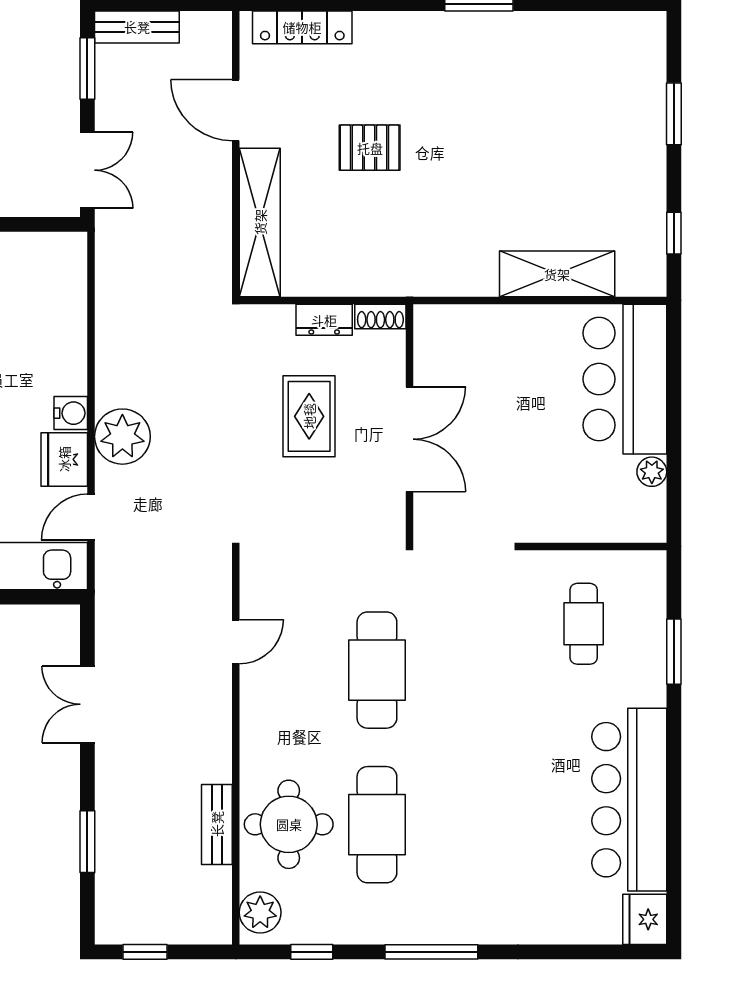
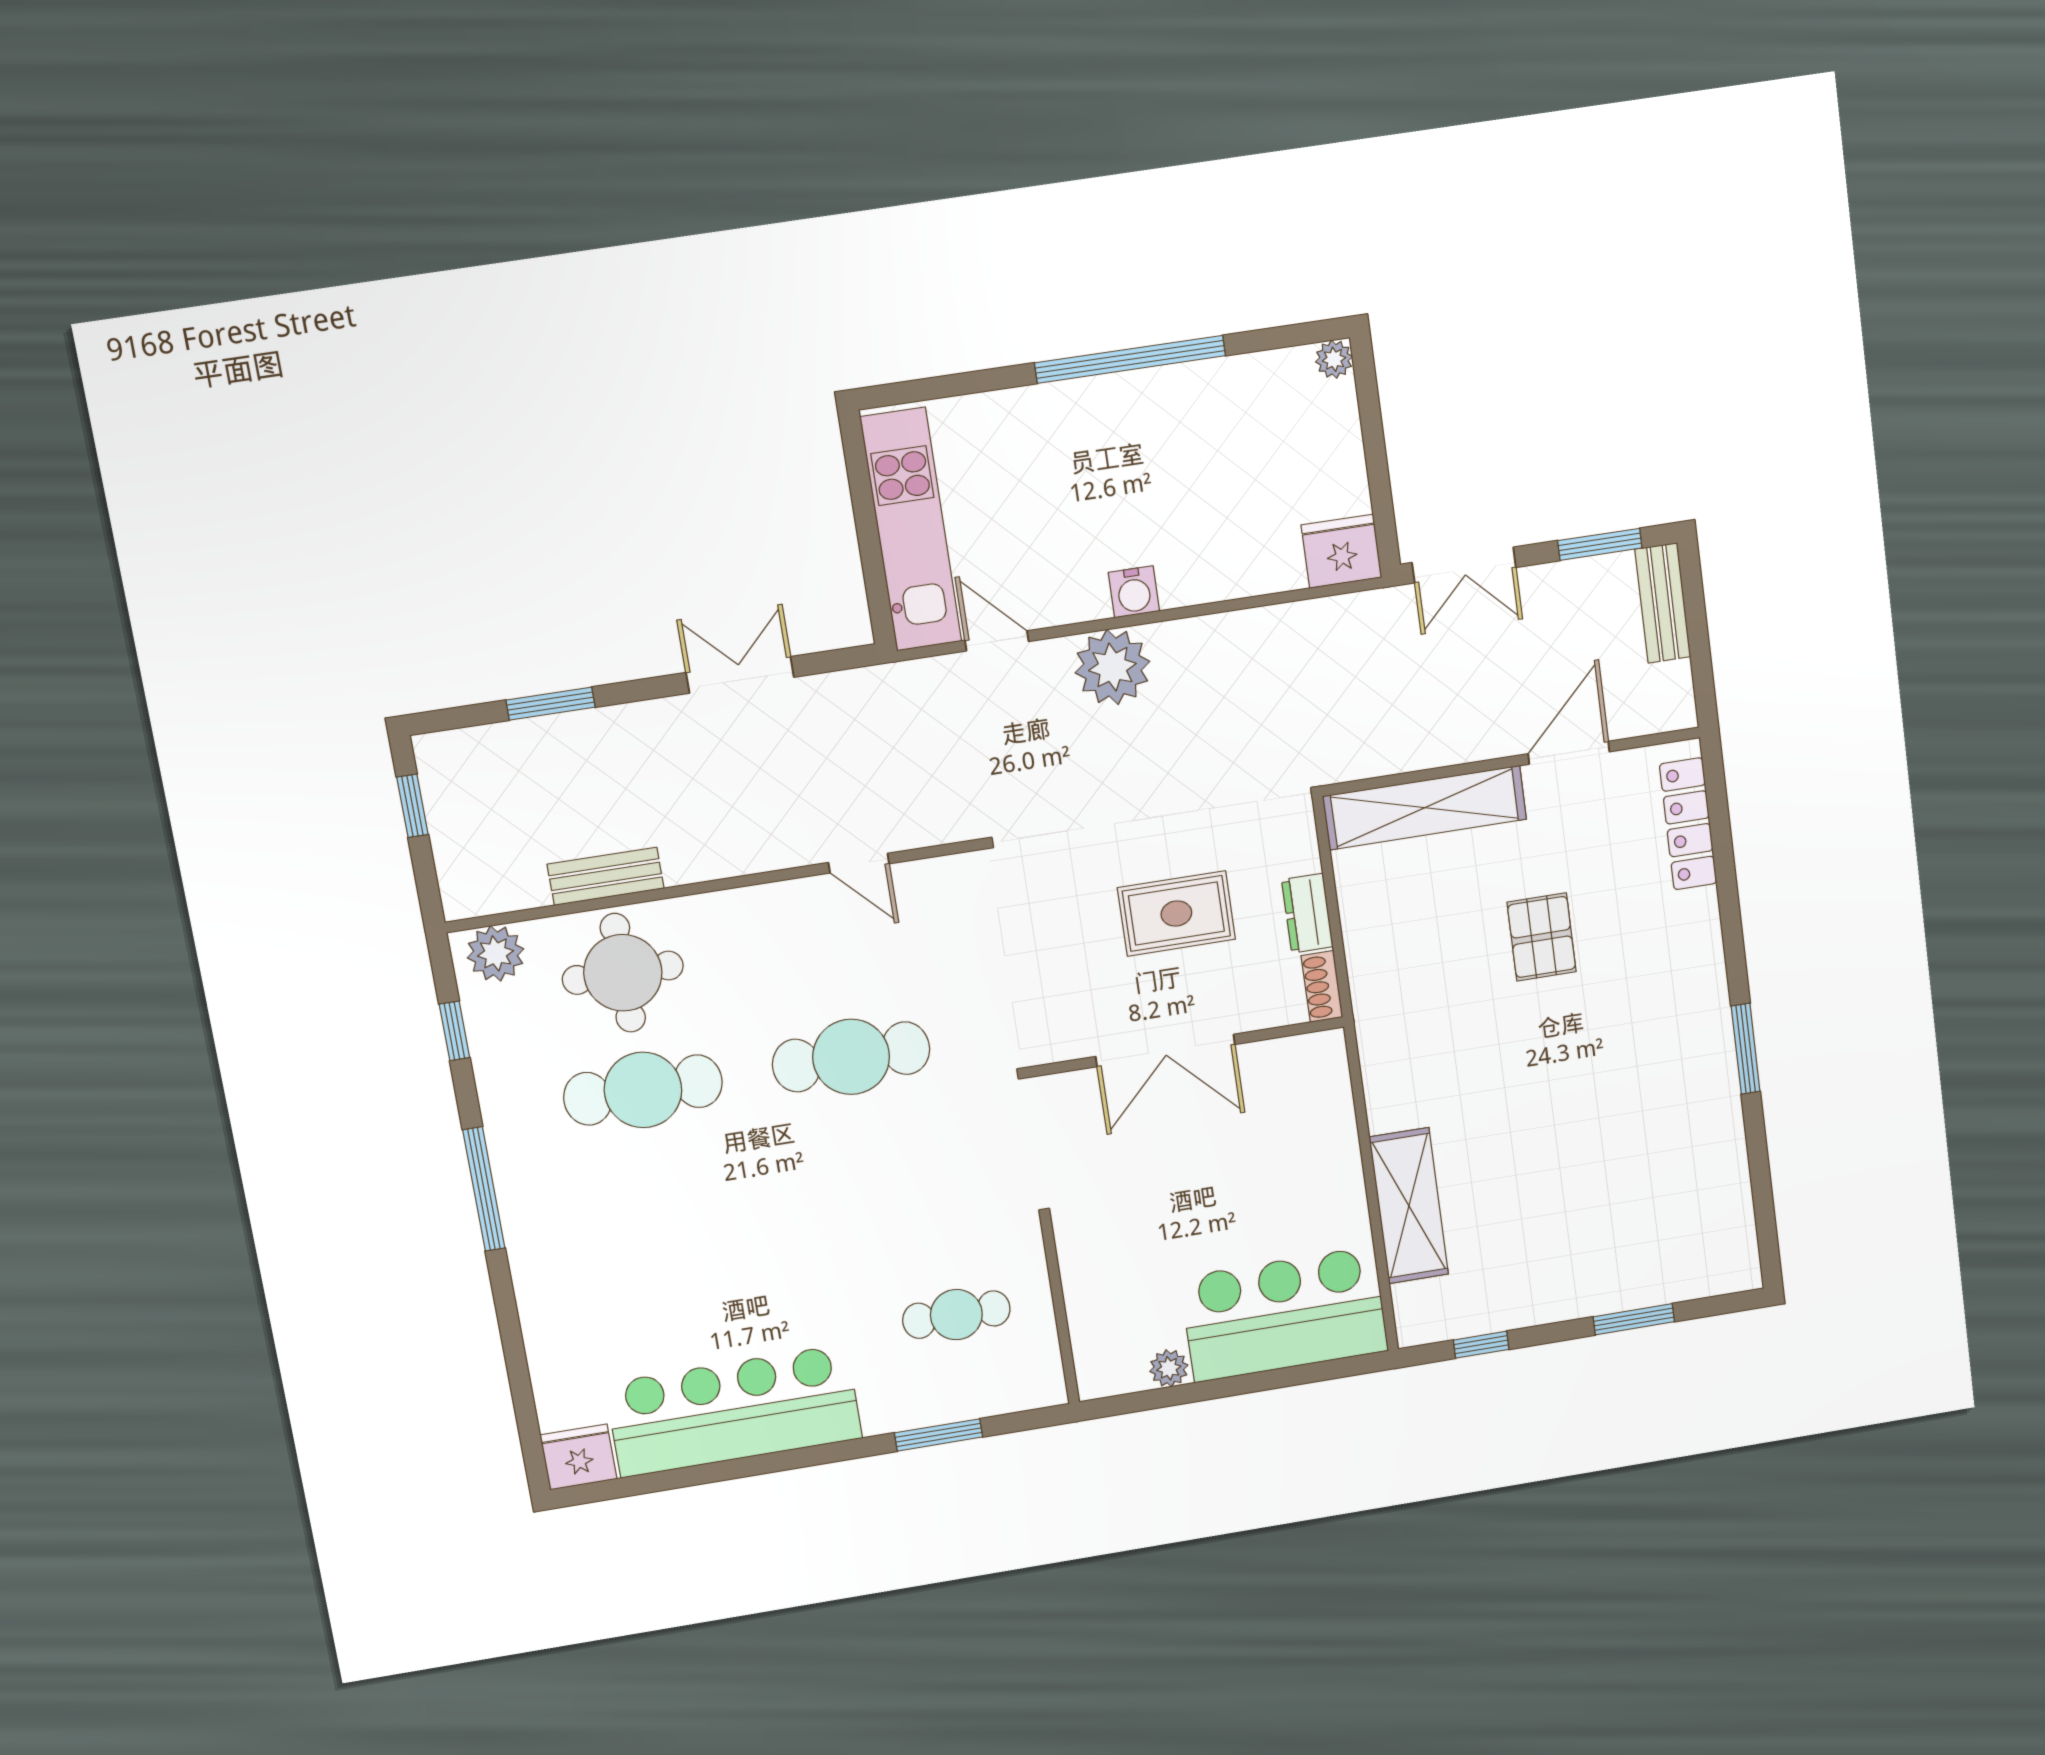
fridge: (64, 459) -> (1341, 551), moved

